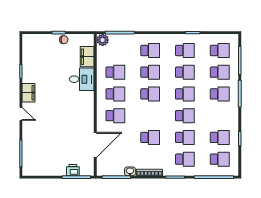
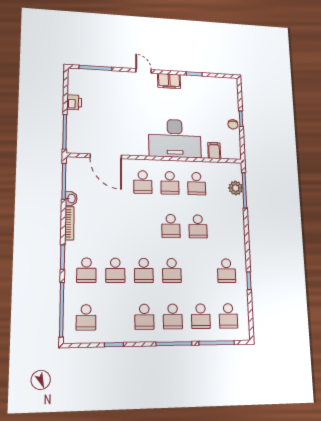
plant: (103, 40) -> (236, 188), moved
school desk: (150, 50) -> (225, 227), removed
filing cabinet: (87, 57) -> (214, 151), width x0.50
school desk: (185, 72) -> (199, 271), removed
desk: (82, 79) -> (175, 138), width x1.87, depth x1.30
door: (21, 114) -> (144, 71), swing flipped
school desk: (150, 137) -> (115, 225), removed
school desk: (220, 137) -> (144, 317), moved
printer: (73, 170) -> (74, 102), moved

